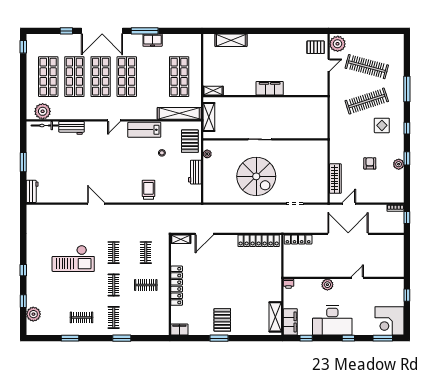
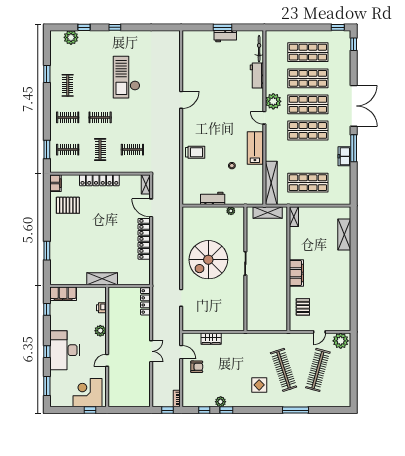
window: (66, 31) -> (354, 44), moved
double door: (102, 31) -> (354, 106), swing flipped
pallet: (316, 47) -> (303, 307), moved
door: (329, 65) -> (319, 332), hinge flipped
plant: (43, 111) -> (273, 101), moved
window: (407, 128) -> (204, 410), moved
pallet: (190, 141) -> (244, 193), removed
armchair: (370, 163) -> (197, 367), moved
wardrobe: (335, 179) -> (211, 339), width x0.67
workbench: (32, 191) -> (225, 36), moved
double door: (348, 234) -> (151, 351), width x0.54
locker: (259, 241) -> (144, 239), moved
clothes rail: (114, 253) -> (68, 150), moved
door: (357, 278) -> (107, 360), swing flipped
printer: (289, 284) -> (101, 308), moved
shelving: (275, 317) -> (102, 279), moved
pallet: (222, 320) -> (68, 205), moved
desk: (332, 320) -> (65, 350), moved
corner desk: (390, 321) -> (88, 393), moved
window: (122, 338) -> (47, 149), moved
window: (219, 338) -> (47, 251), moved

